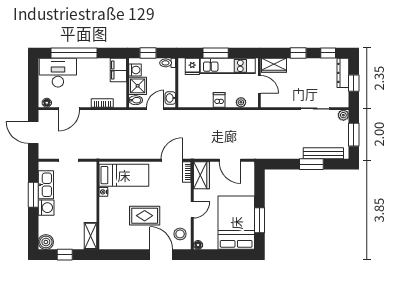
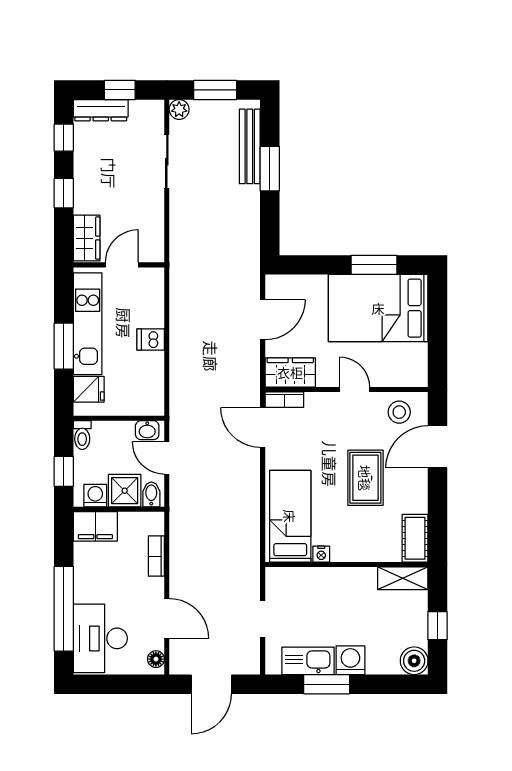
plant: (241, 102) -> (155, 299), removed
cot: (112, 242) -> (415, 538), added
floor lamp: (198, 245) -> (420, 379), removed

